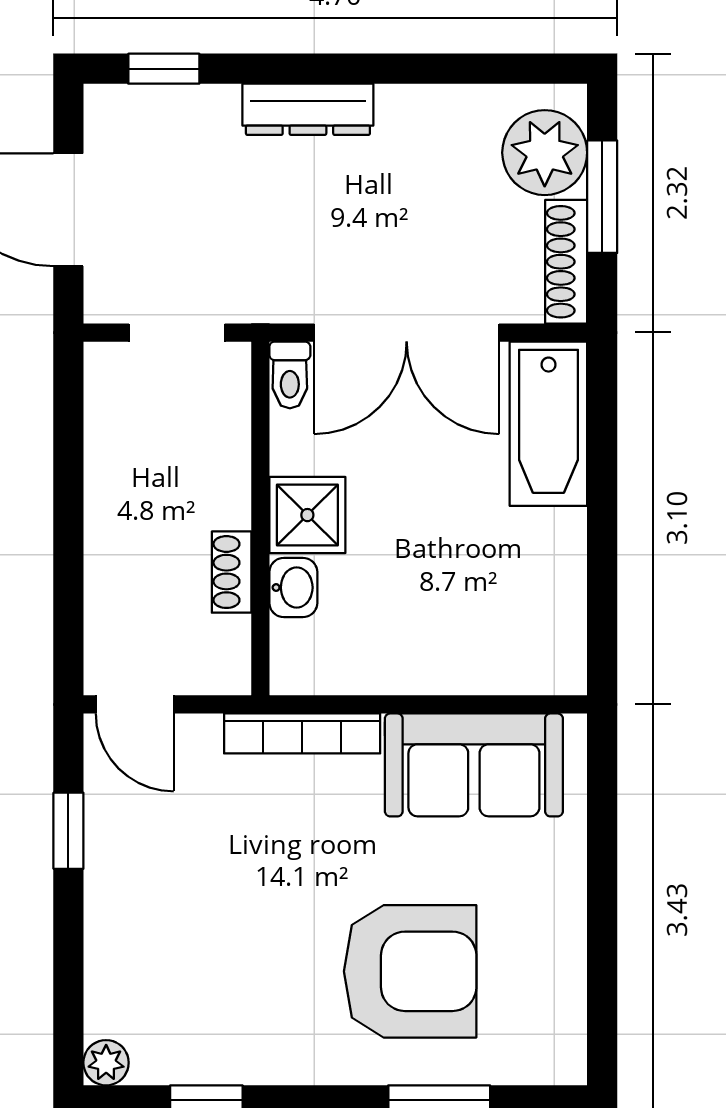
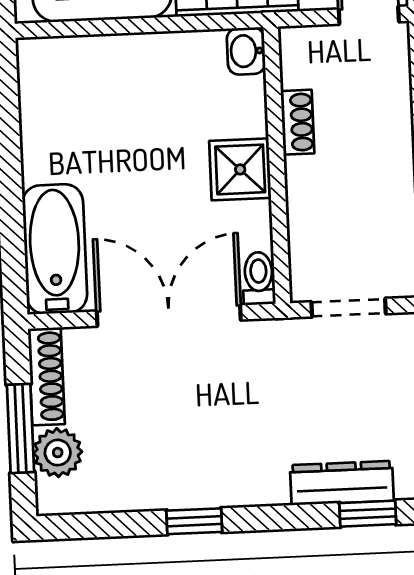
window: (386, 69) -> (194, 521), added
dresser: (308, 109) -> (342, 483), moved
plant: (545, 153) -> (58, 453), width x0.73, depth x0.73
washbasin: (293, 588) -> (246, 51), moved

